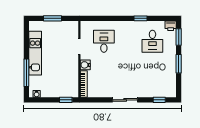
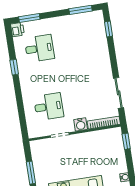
desk: (104, 41) -> (49, 107), turned 180
window: (179, 64) -> (81, 10), moved
sliding door: (125, 100) -> (119, 93), moved

